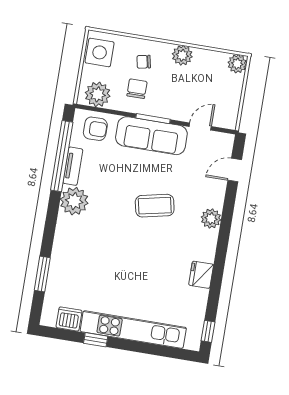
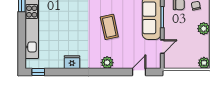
door: (200, 126) -> (162, 47), hinge flipped
door: (235, 170) -> (139, 72), hinge flipped

